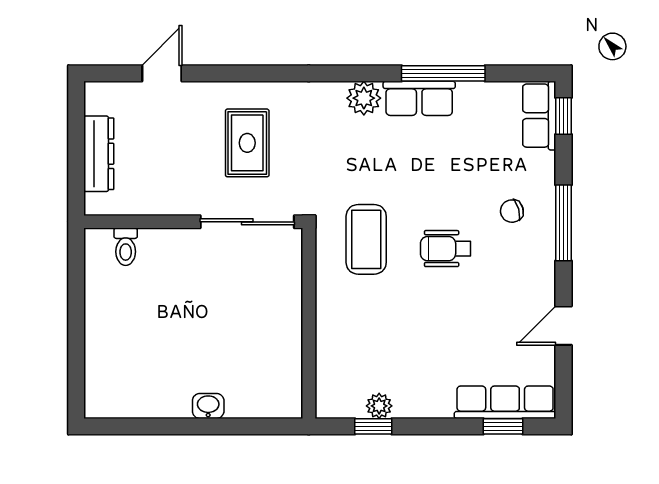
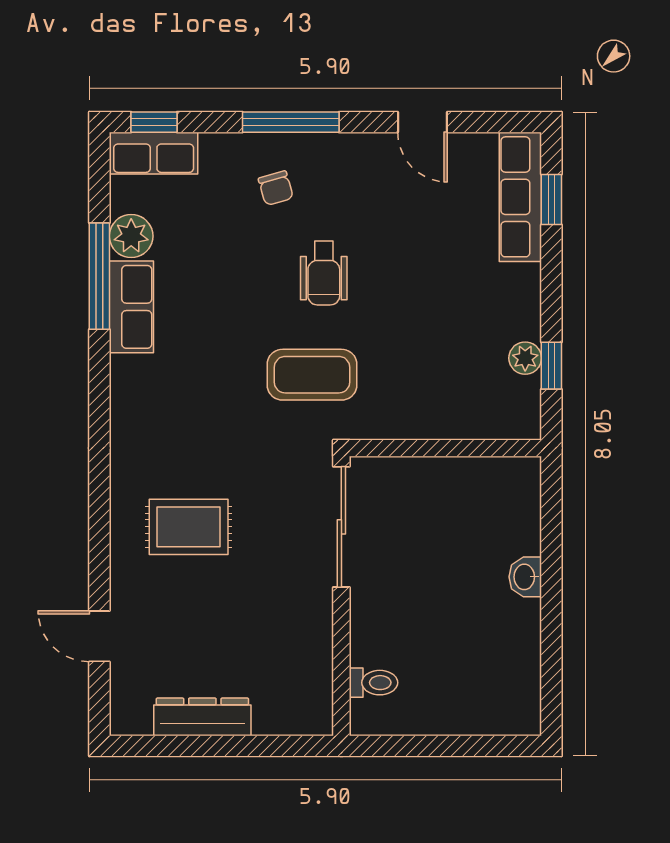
plant: (364, 98) -> (131, 236), moved
wall: (193, 222) -> (341, 596), moved
sliding door: (247, 222) -> (341, 527), moved
toilet: (126, 247) -> (373, 683), moved

